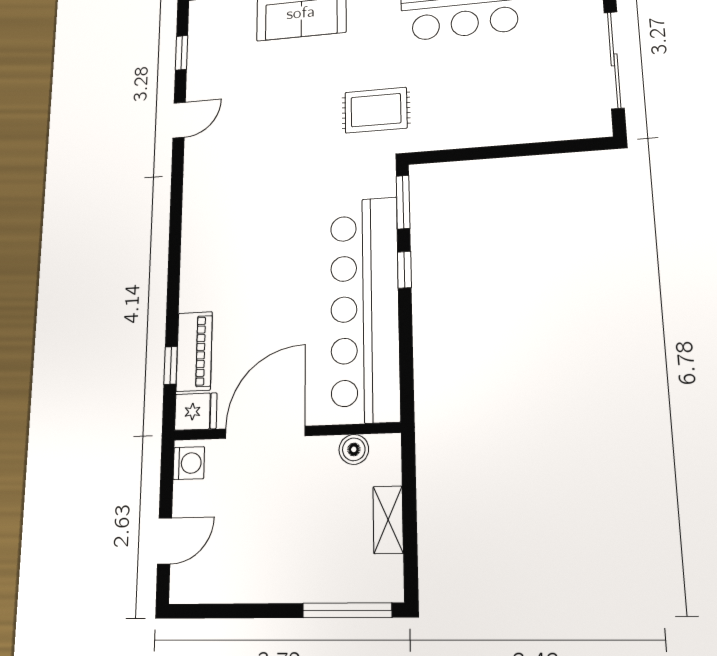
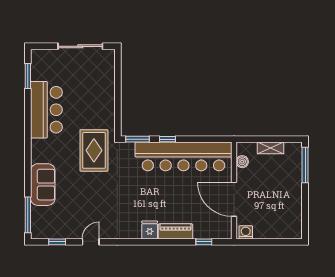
rug: (376, 110) -> (94, 150), width x1.36, depth x1.43
door: (179, 120) -> (91, 242), hinge flipped
piano: (194, 351) -> (176, 231), moved
fridge: (196, 412) -> (150, 230), moved
door: (165, 541) -> (277, 242), removed

